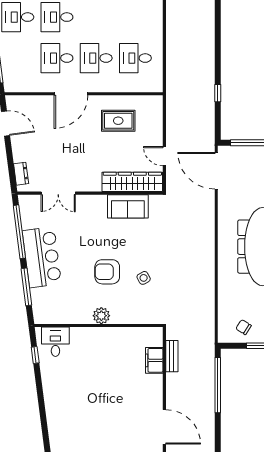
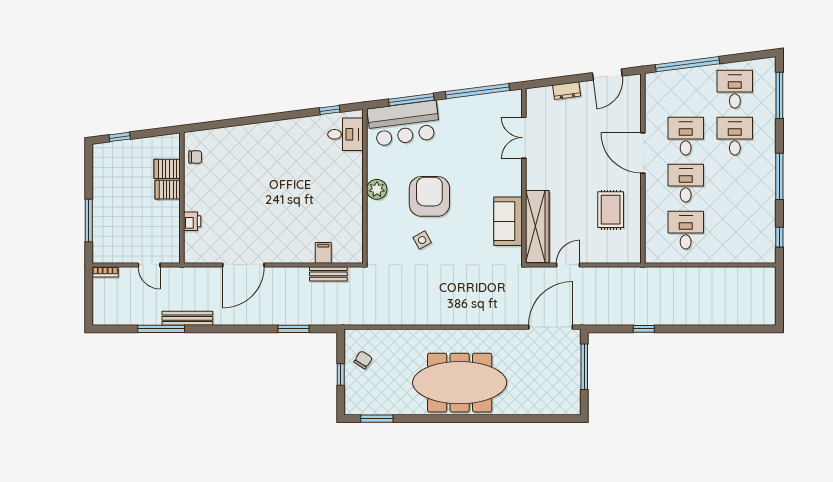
dresser: (21, 174) -> (567, 91), moved
bar counter: (42, 257) -> (404, 123), moved
armchair: (107, 272) -> (429, 196), width x1.36, depth x1.36
filing cabinet: (154, 360) -> (323, 253), width x0.50
window: (218, 385) -> (294, 329), width x0.47

